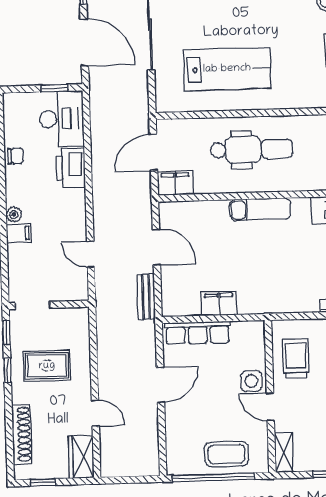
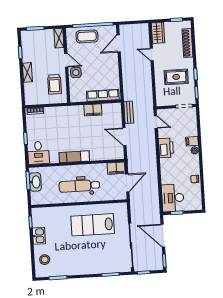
printer: (71, 168) -> (166, 148), moved
door: (91, 254) -> (156, 122), moved
door: (160, 385) -> (119, 43), moved

